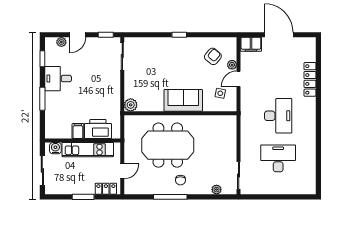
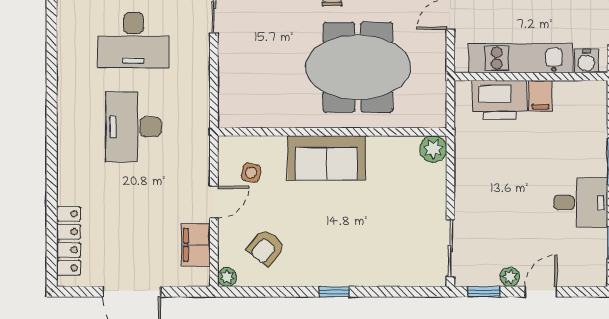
plant: (61, 42) -> (510, 277), moved
filing cabinet: (251, 44) -> (196, 245), moved, turned -90
plant: (232, 65) -> (227, 277), moved
locker: (310, 79) -> (69, 241), moved

